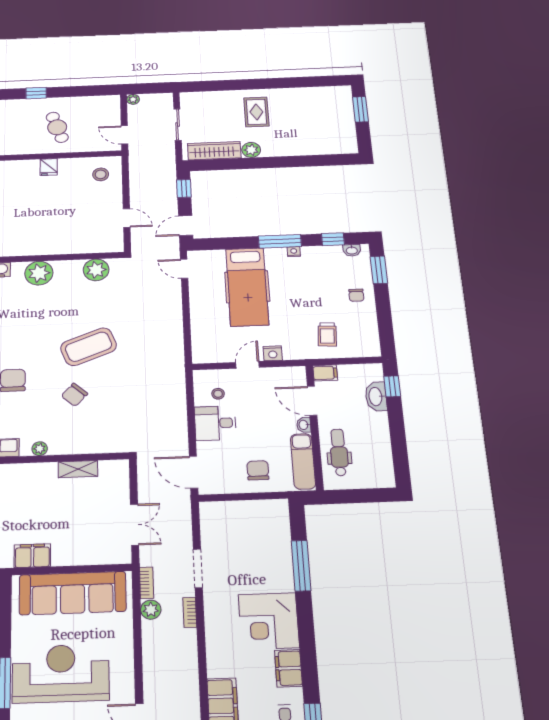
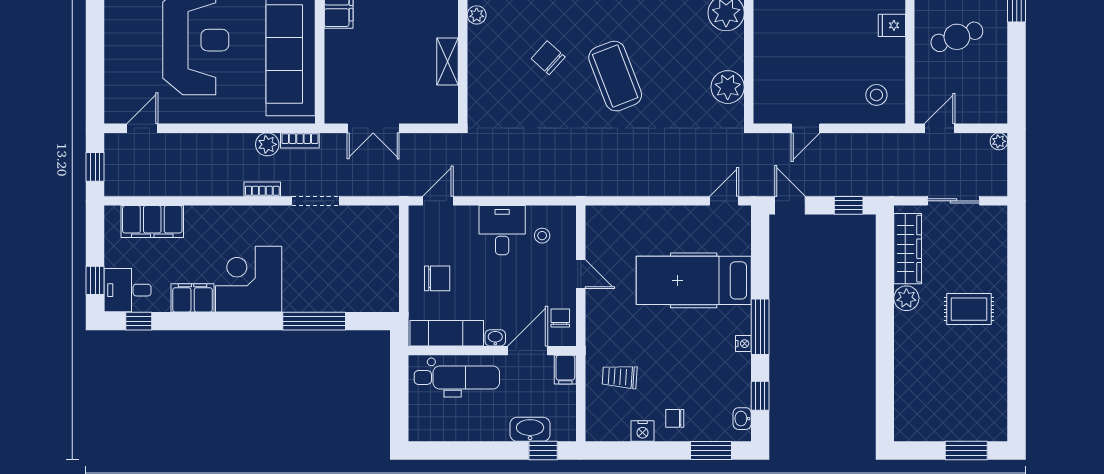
nightstand: (273, 353) -> (643, 431), moved, turned -90
chair: (284, 378) -> (560, 318), added
dental chair: (339, 452) -> (457, 377), width x1.36, depth x1.38
door: (193, 472) -> (438, 201), width x0.73

